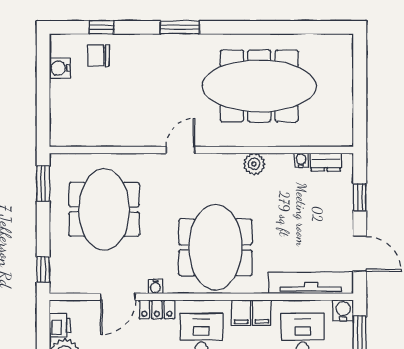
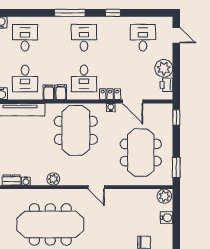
water cooler: (60, 68) -> (167, 218), moved
plant: (63, 135) -> (164, 196), added
door: (181, 150) -> (96, 187), hinge flipped
door: (118, 297) -> (133, 102), swing flipped

